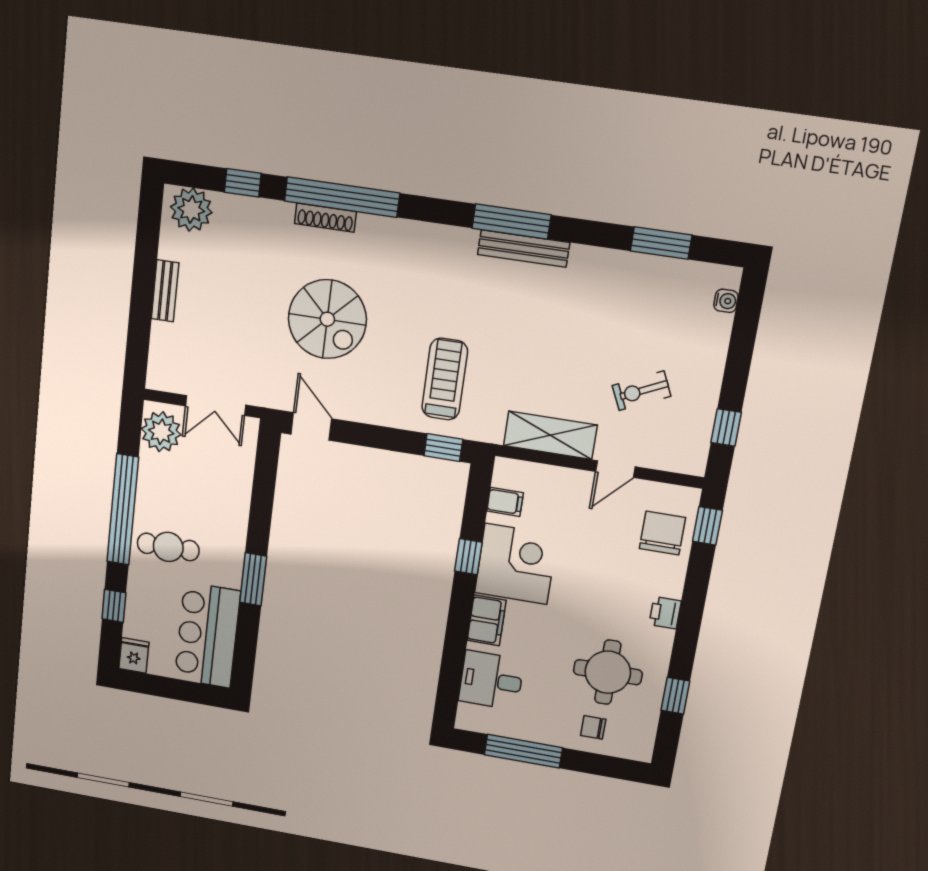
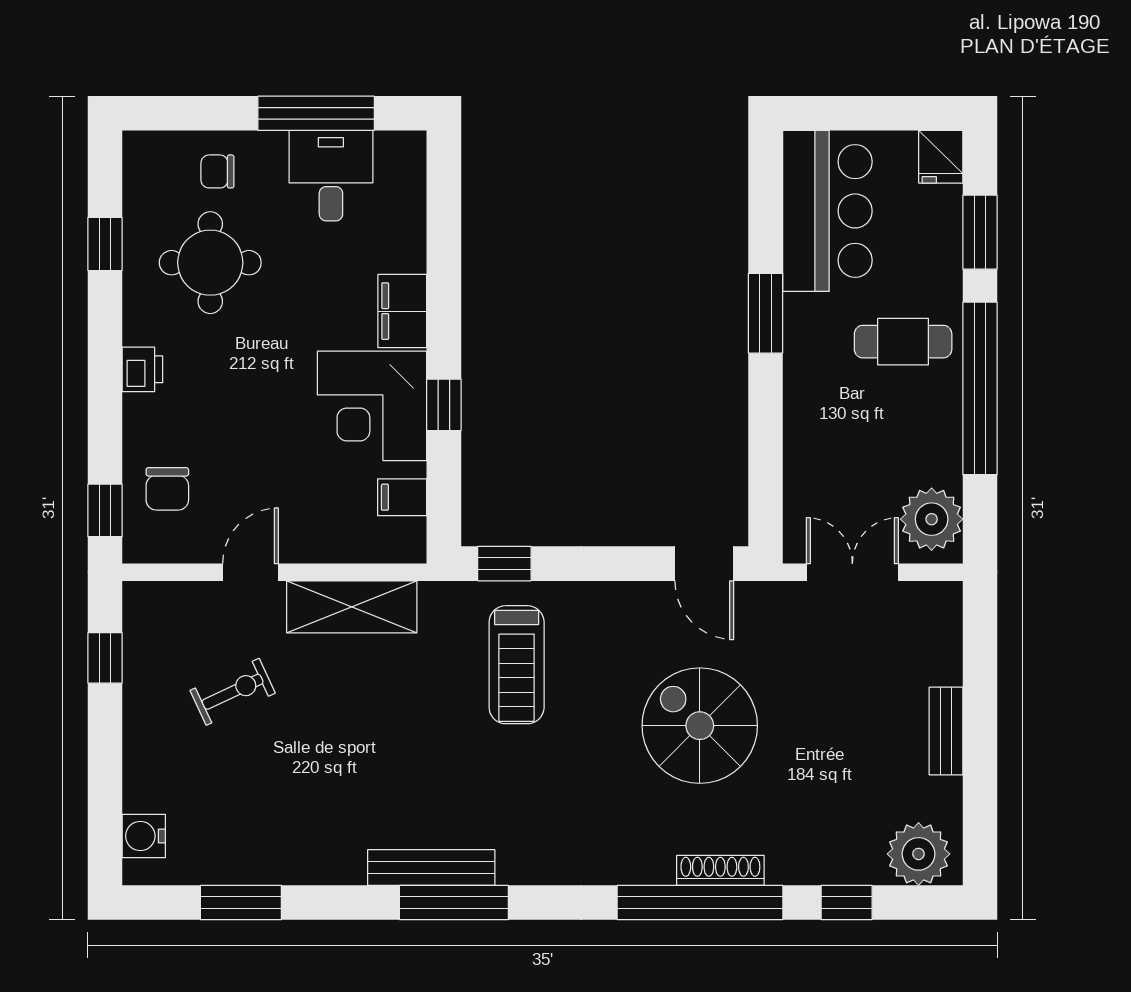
water cooler: (726, 301) -> (144, 836), width x1.38, depth x1.38
chair: (662, 533) -> (167, 489), width x0.73, depth x0.73
window: (114, 606) -> (980, 232), width x1.50
desk: (491, 680) -> (331, 176), moved, turned -90
chair: (593, 727) -> (217, 171), turned 180

